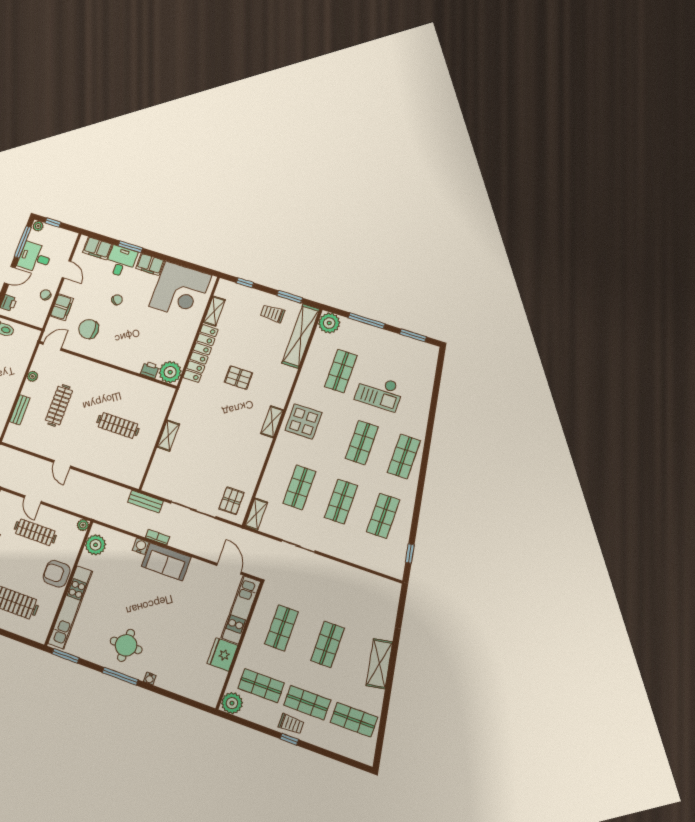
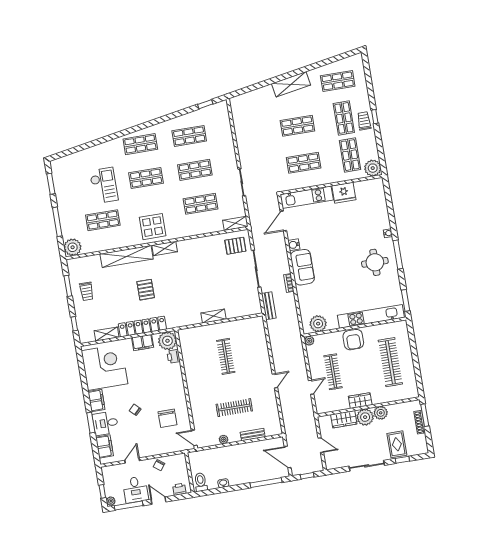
filing cabinet: (62, 307) -> (143, 342), moved, turned 180
shelving: (301, 336) -> (127, 256), moved
water cooler: (141, 546) -> (294, 245), moved
shop shelf: (354, 720) -> (338, 81), turned 90

